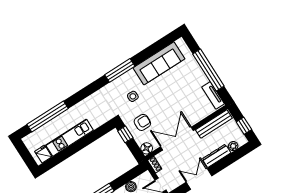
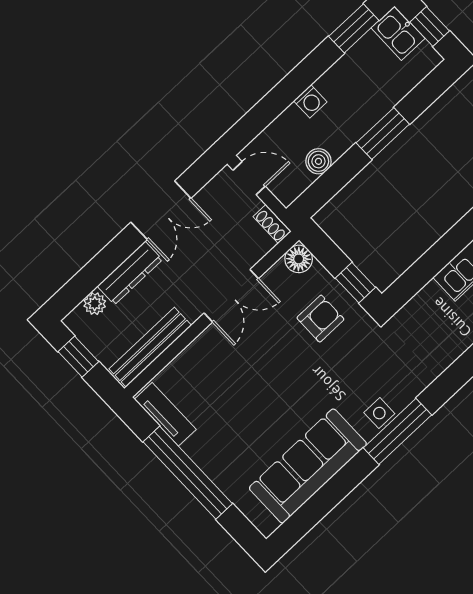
side table: (133, 96) -> (379, 413), moved
armchair: (142, 122) -> (320, 319), turned 180
double door: (177, 139) -> (231, 296), width x0.73

